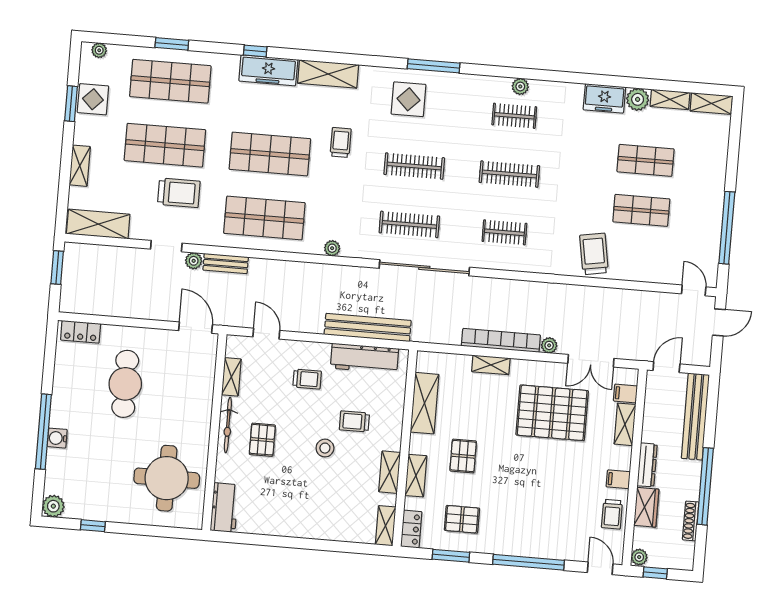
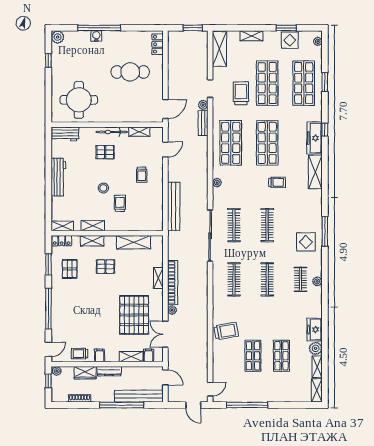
display table: (409, 99) -> (306, 242), moved
trolley: (179, 193) -> (241, 93), turned 180
clothes rail: (504, 232) -> (234, 279), width x1.36
workbench: (364, 358) -> (58, 177), moved, turned 180
window: (705, 486) -> (122, 405), moved

